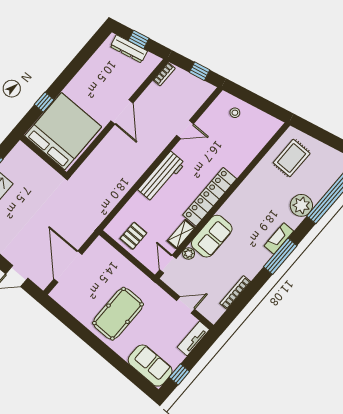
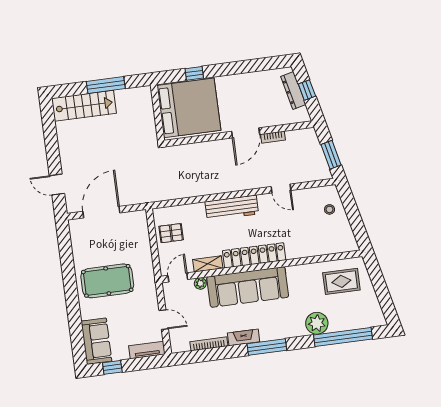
window: (199, 71) -> (331, 155), width x1.50
bookcase: (164, 74) -> (273, 137), moved
sofa: (212, 236) -> (248, 287), width x1.85, depth x1.27
fireplace: (279, 238) -> (244, 337), moved

